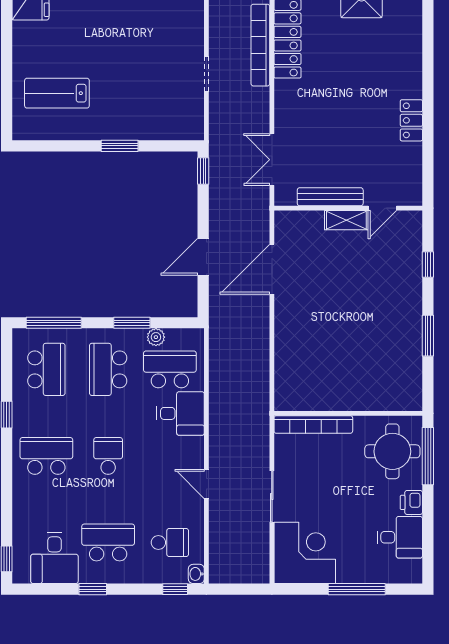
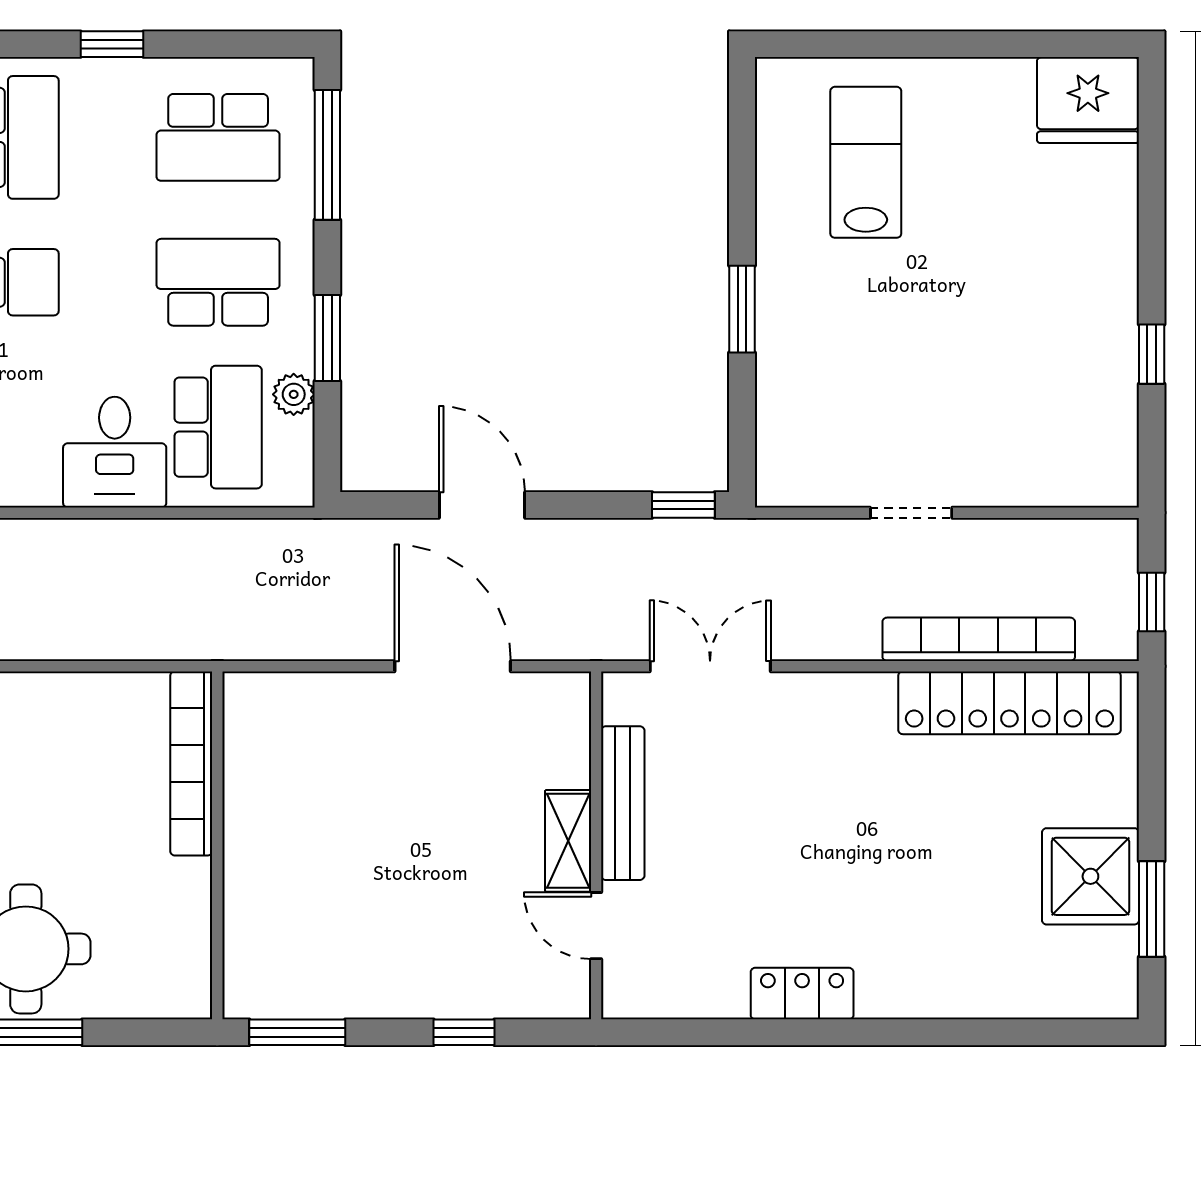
wall: (348, 413) -> (217, 845), moved
bookcase: (313, 424) -> (191, 763), moved

